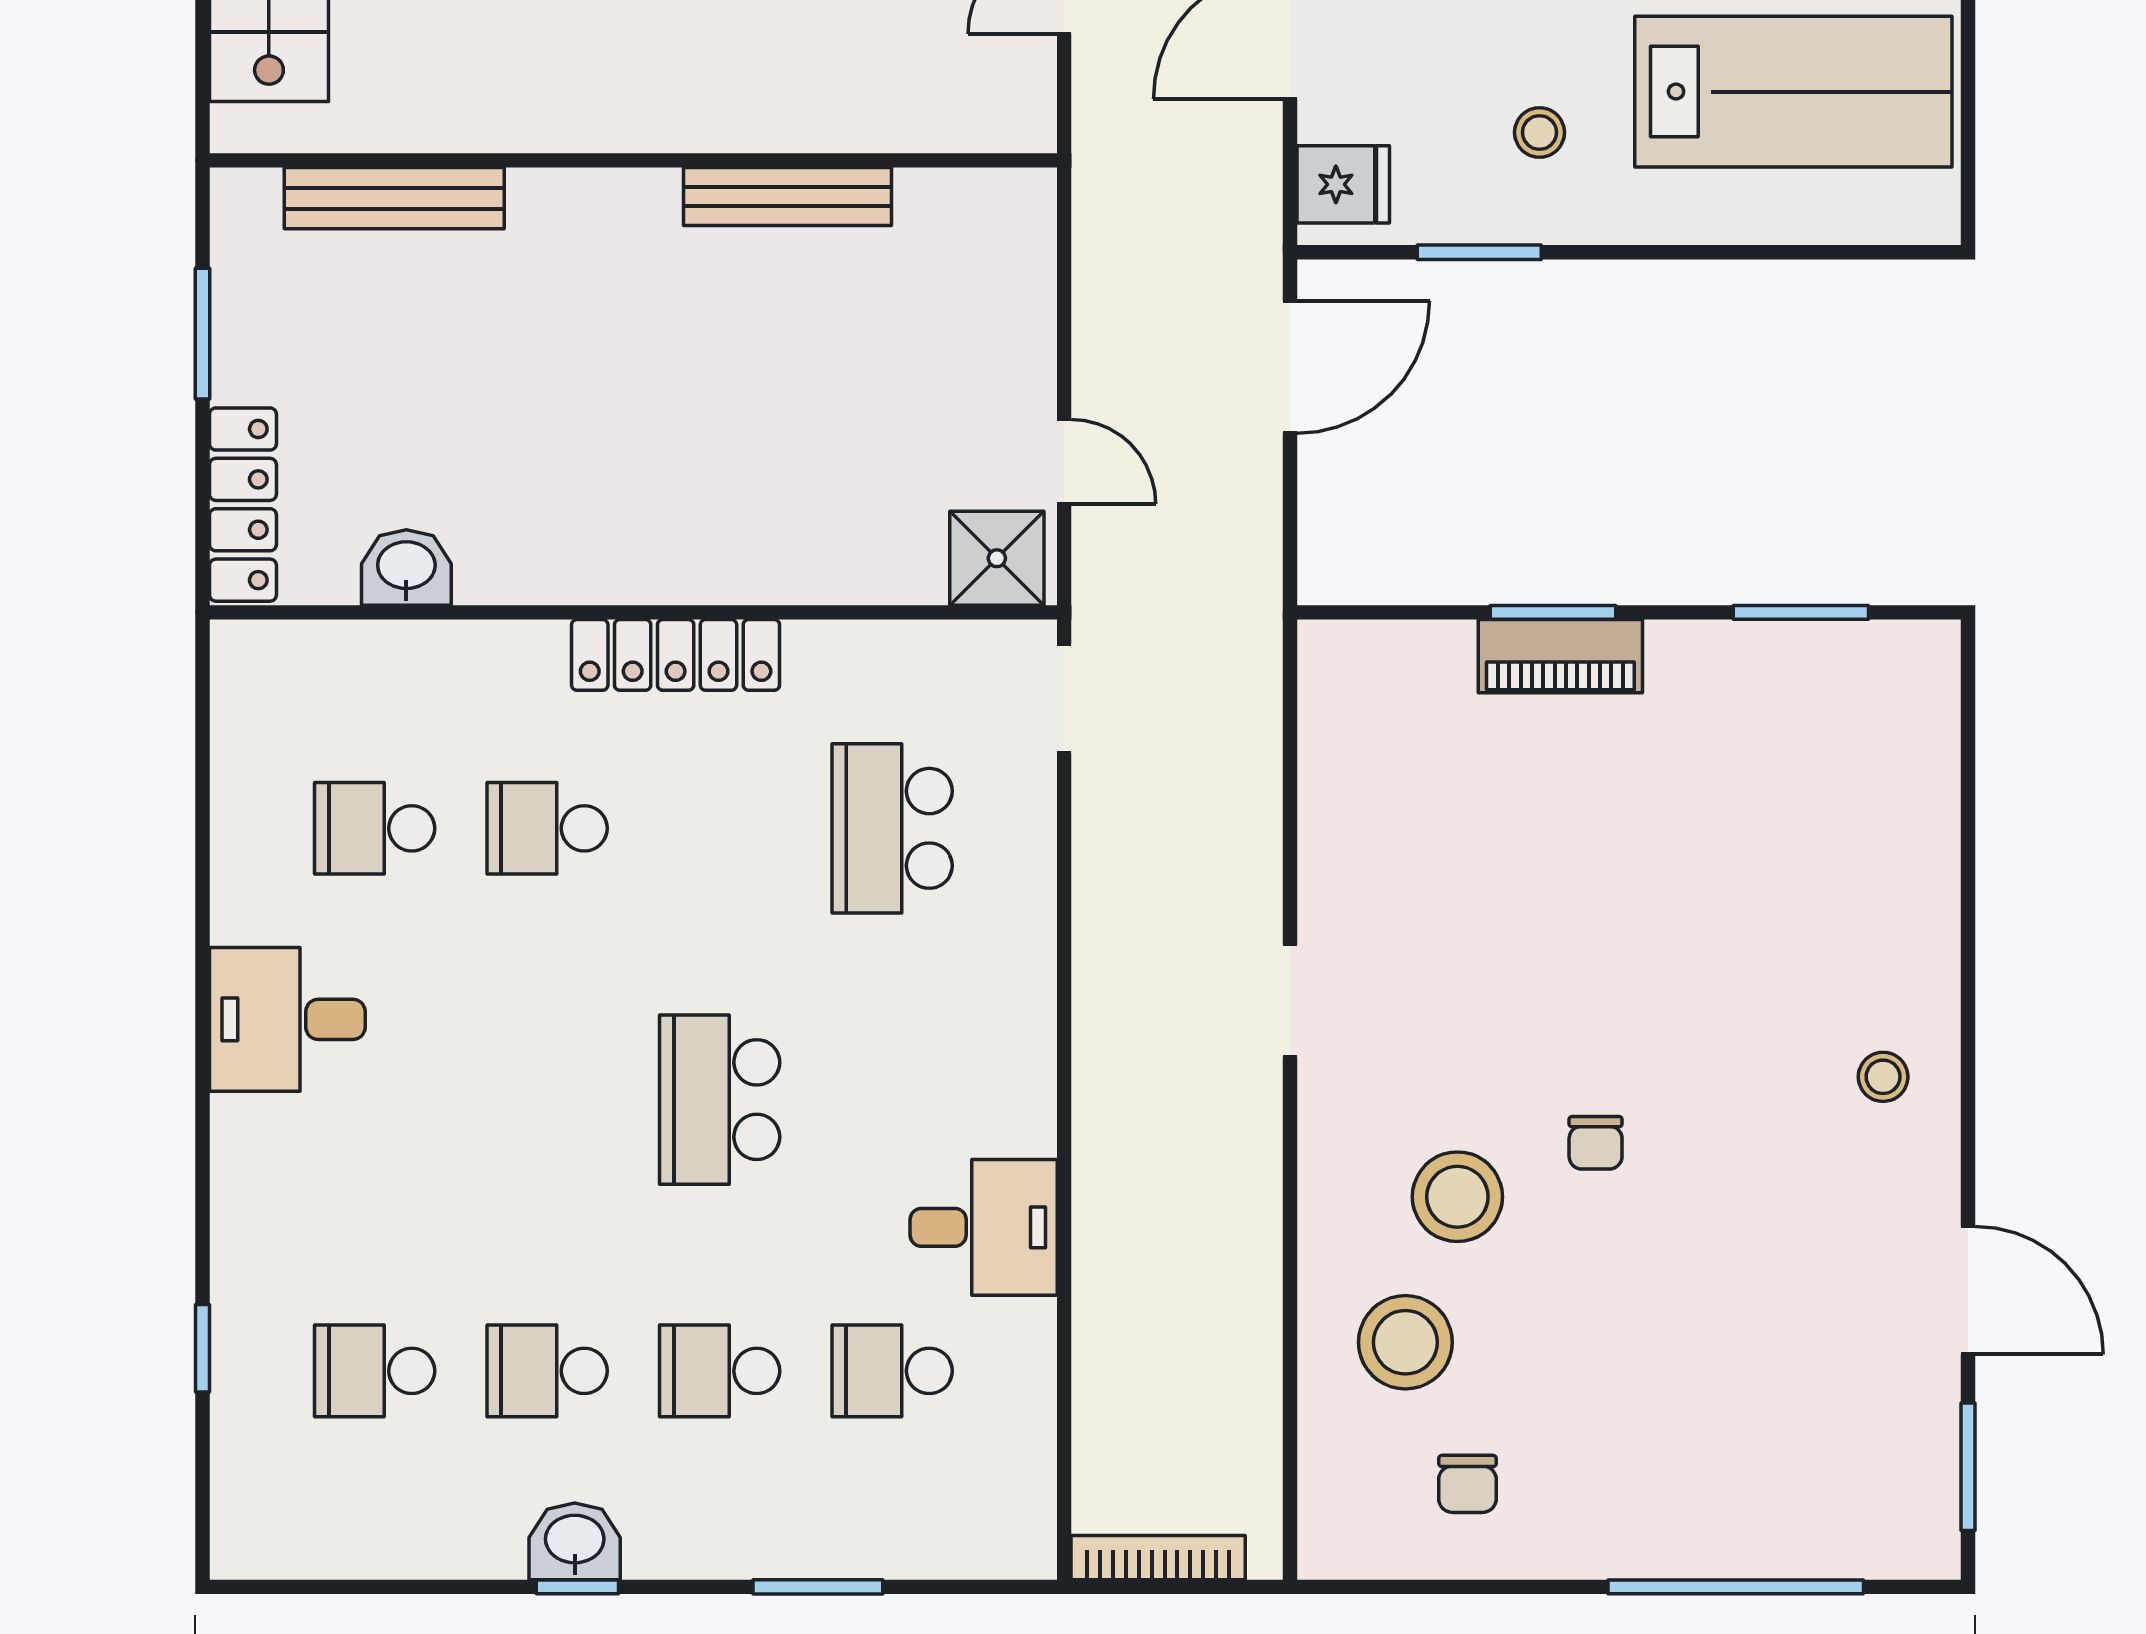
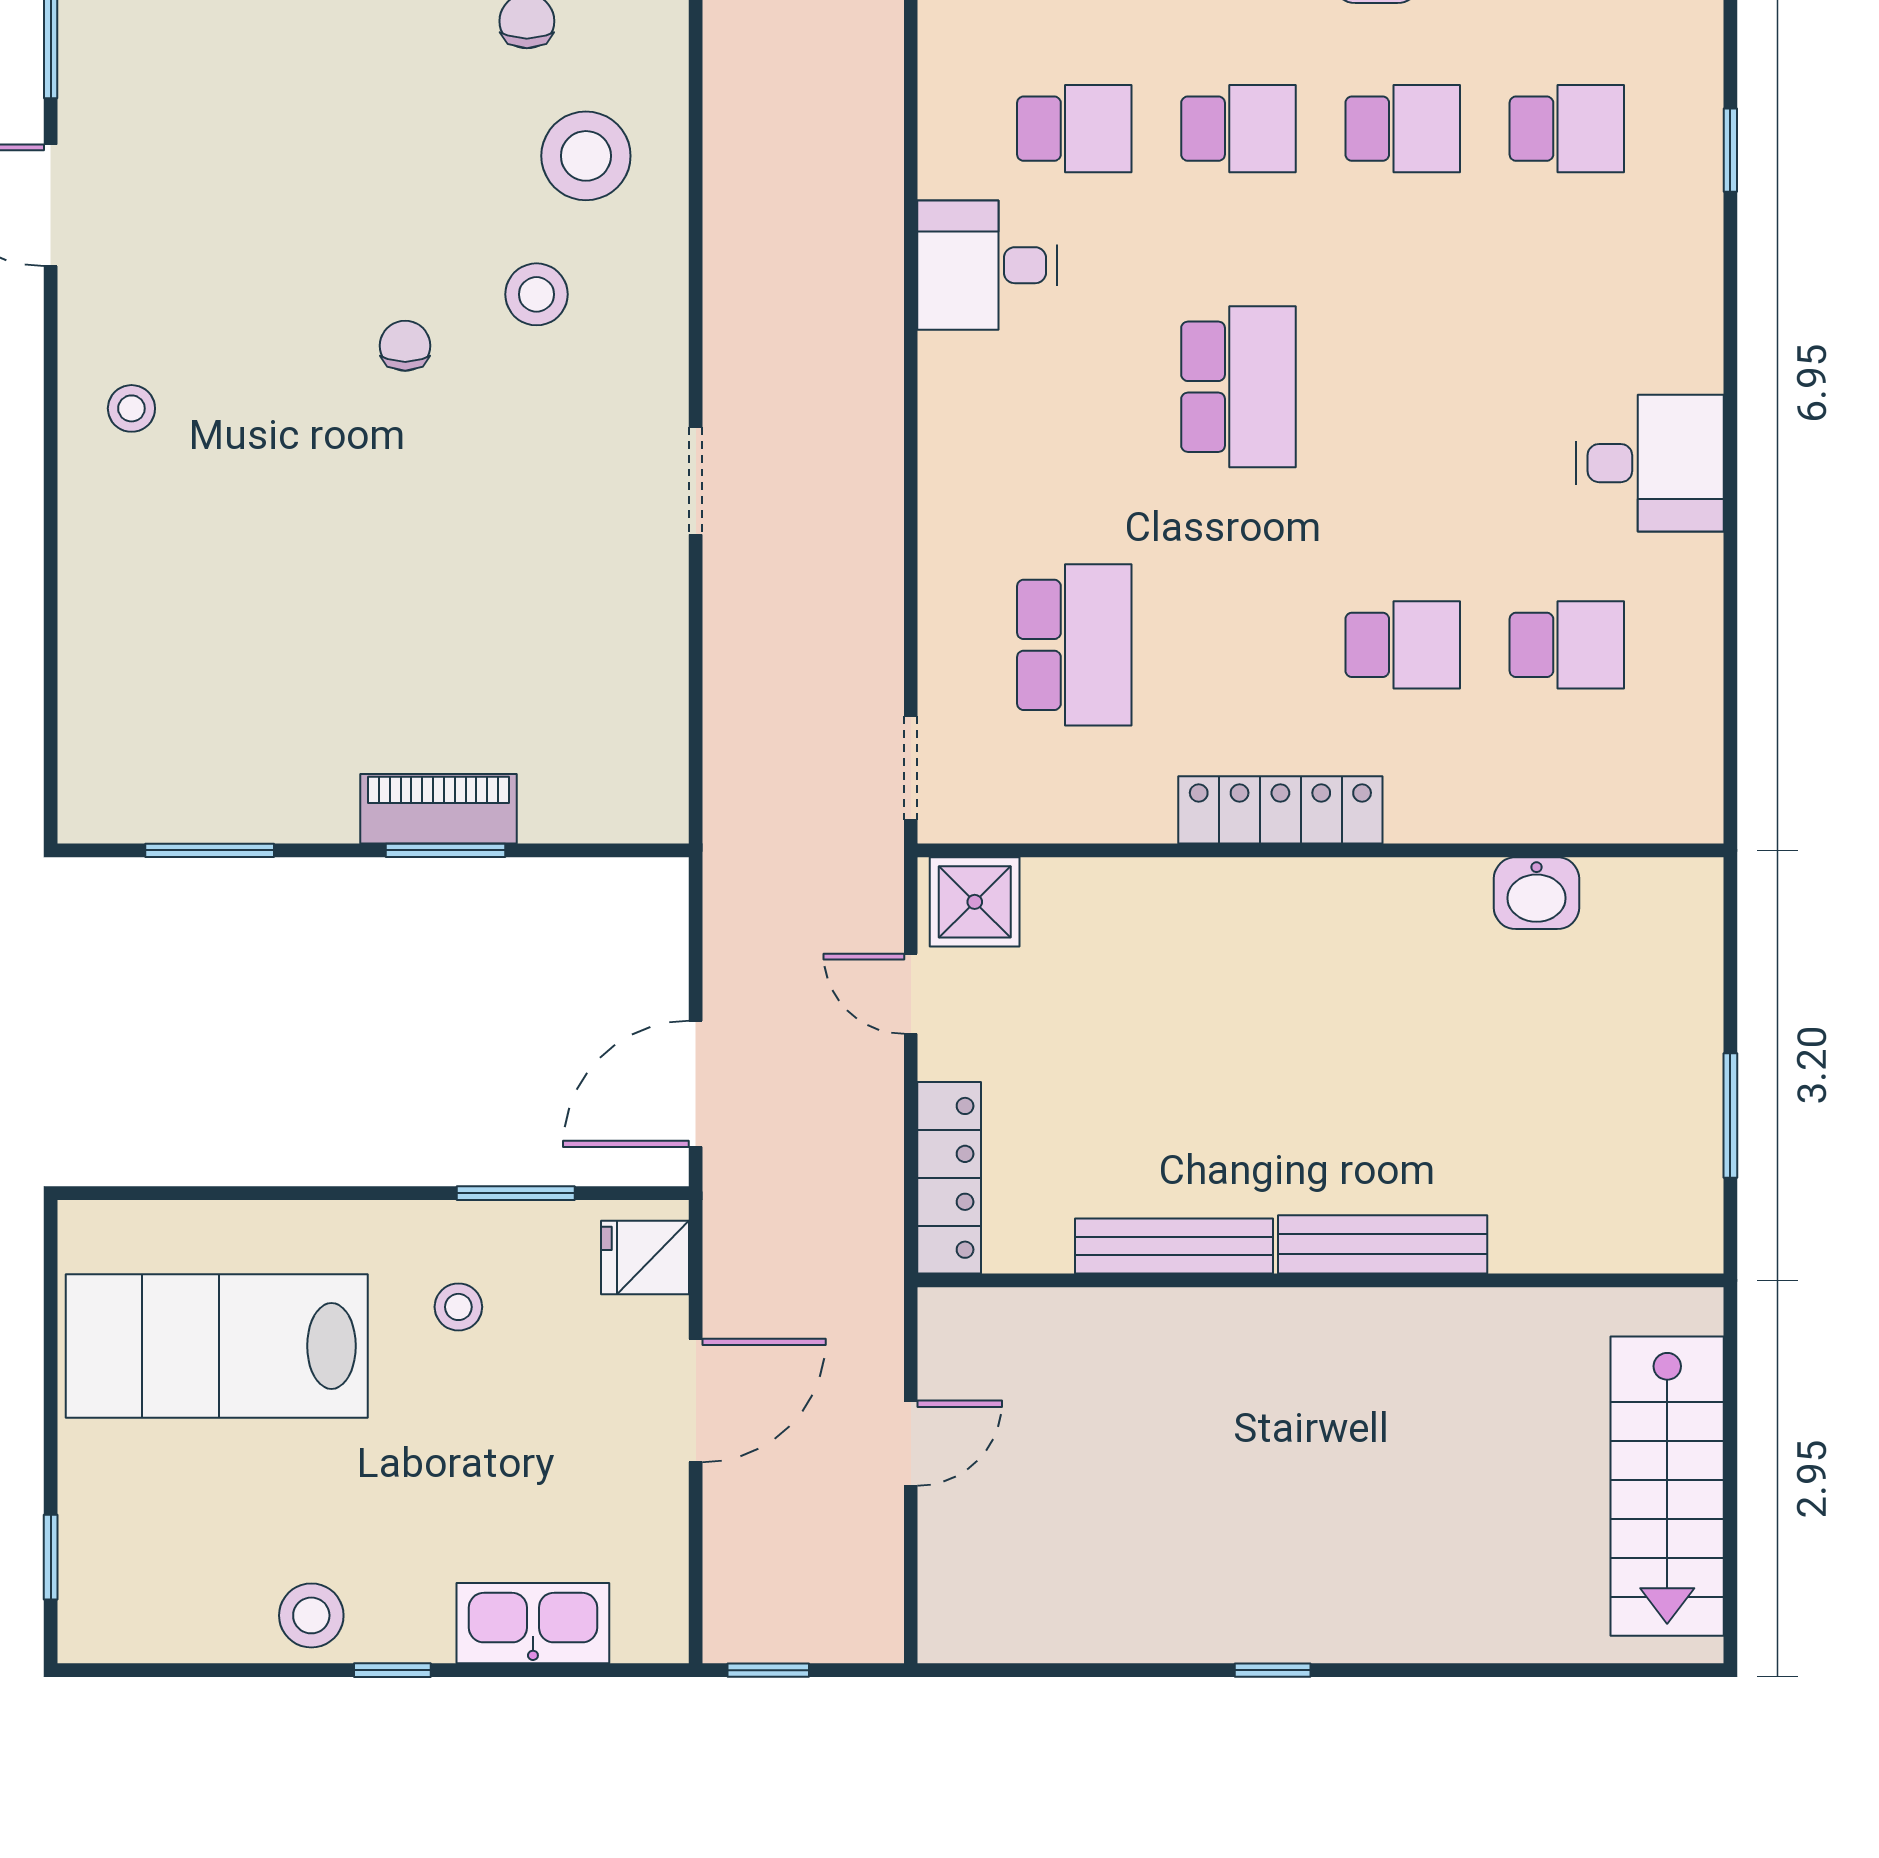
bench: (394, 198) -> (1383, 1244), moved
locker: (243, 505) -> (949, 1178), moved, turned 180
stool: (1457, 1197) -> (536, 294), width x0.73, depth x0.73

